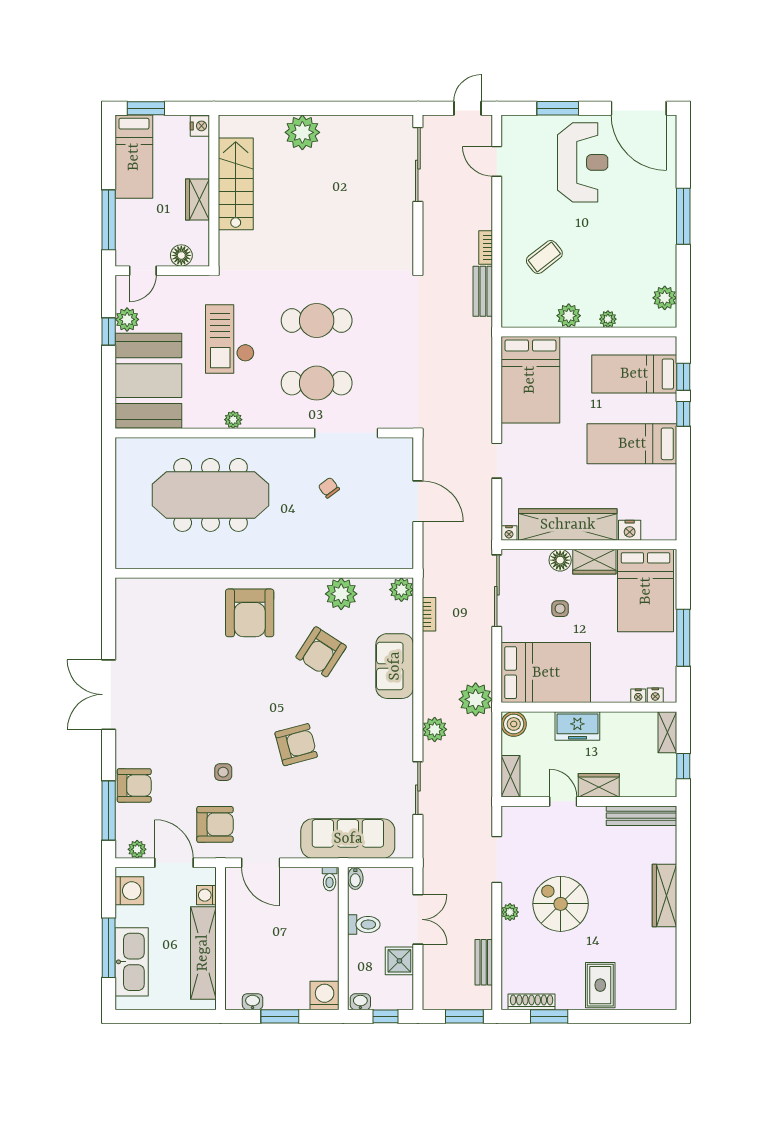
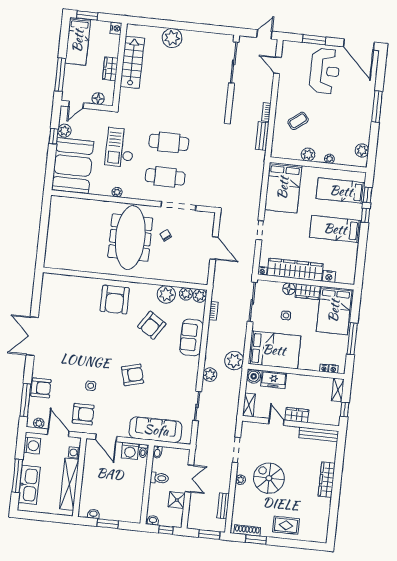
meeting table: (211, 495) -> (130, 238), moved, turned 90
plant: (376, 589) -> (186, 294), added
freezer: (577, 726) -> (274, 380), moved
rug: (600, 985) -> (286, 525), turned 90
washing machine: (325, 995) -> (130, 451), moved, turned 180

